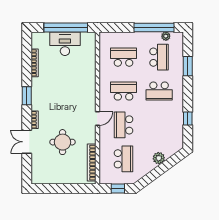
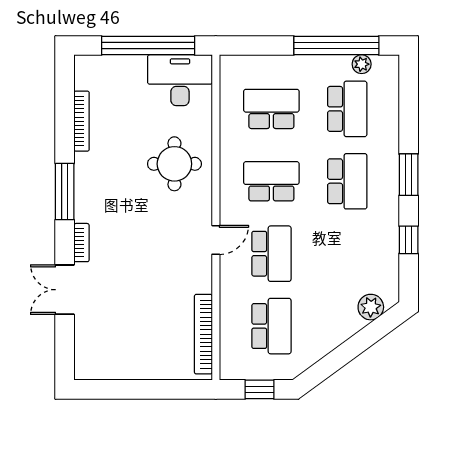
desk: (65, 44) -> (180, 80), moved
window: (188, 66) -> (409, 175), moved
school desk: (159, 91) -> (347, 181), turned -90
window: (27, 96) -> (65, 192), width x1.44
school desk: (124, 125) -> (271, 254), turned 180
round table: (63, 142) -> (174, 164), moved
plant: (159, 158) -> (371, 307), moved

